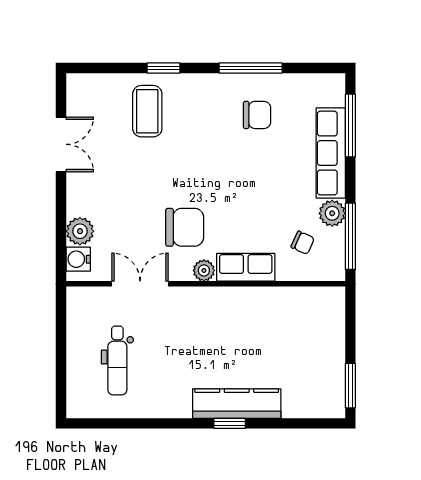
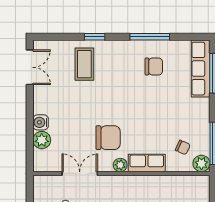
double door: (61, 144) -> (30, 67), moved
row of seats: (331, 153) -> (201, 69), moved
plant: (332, 213) -> (201, 163), moved
water cooler: (78, 259) -> (41, 122), moved

